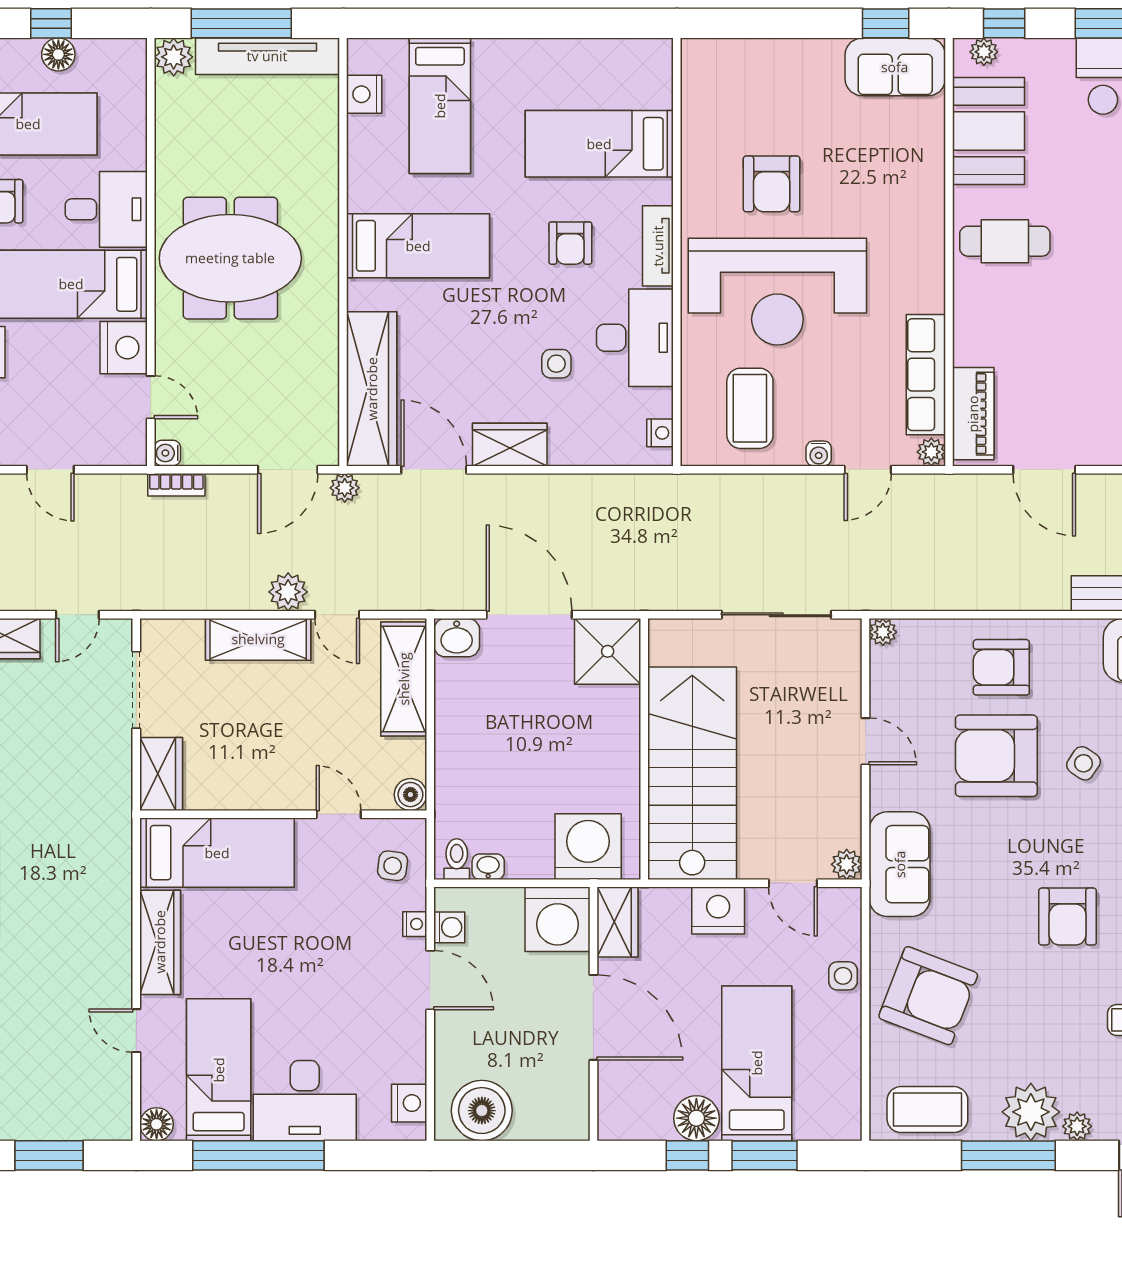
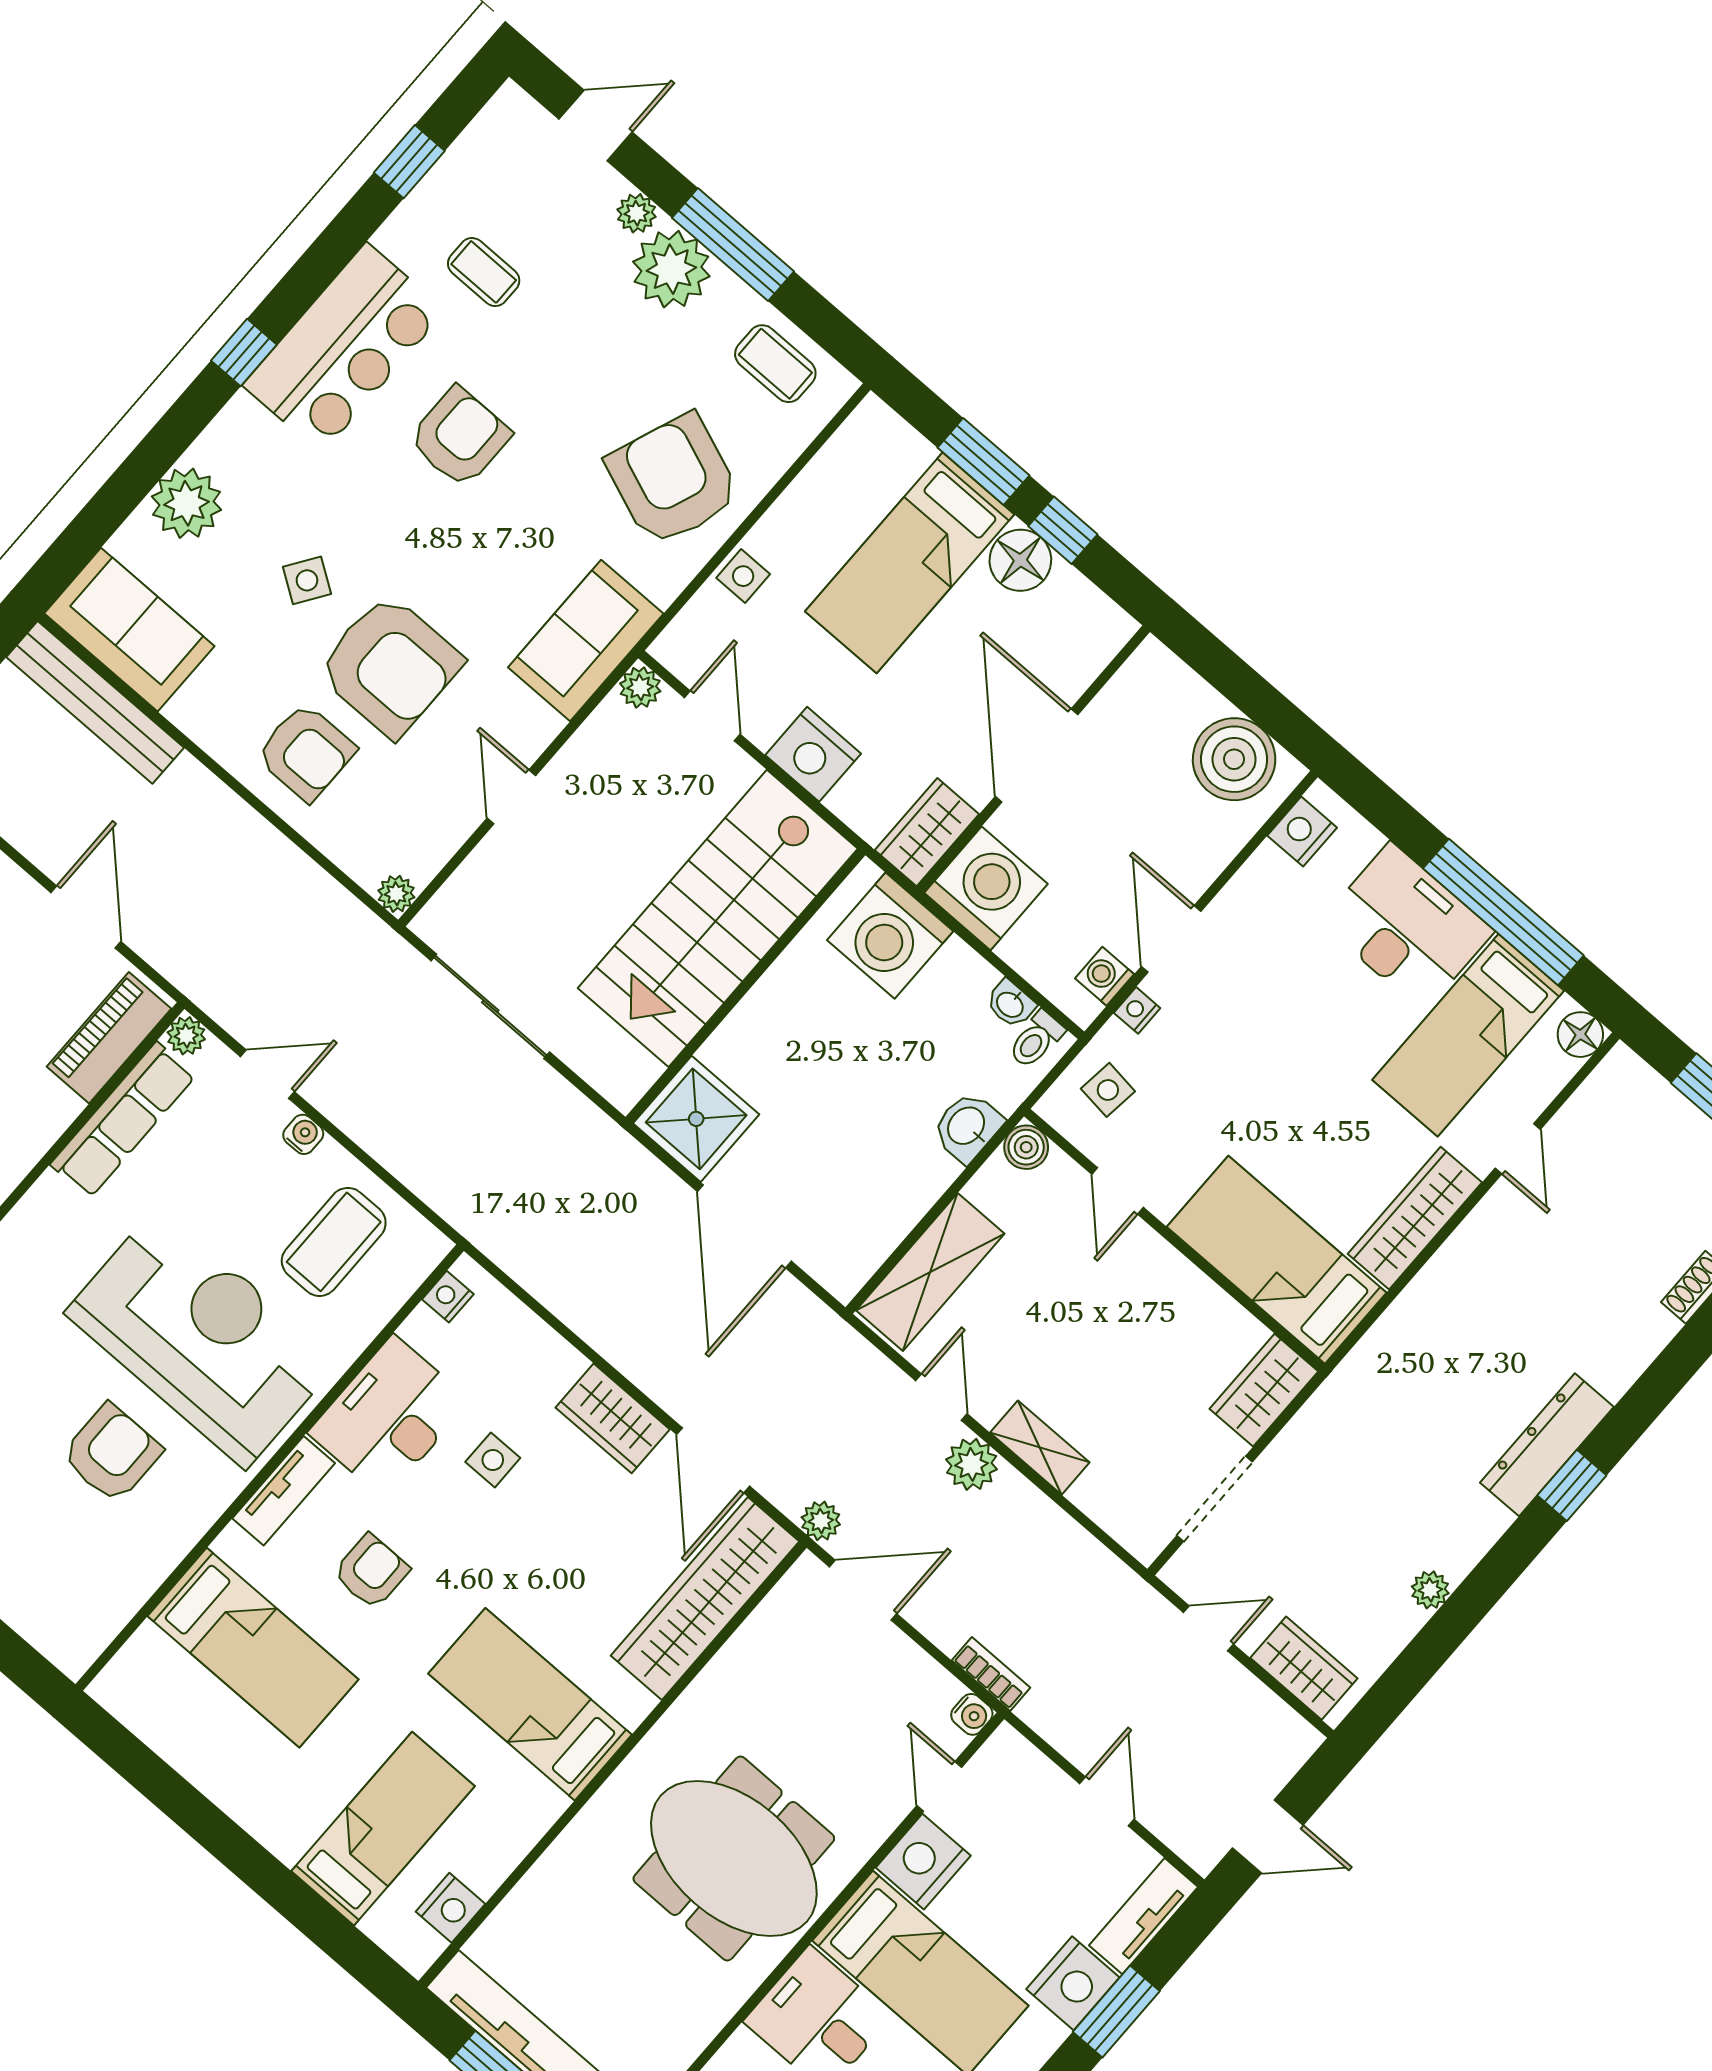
washbasin: (457, 638) -> (967, 1127), moved, turned -90
shelving: (258, 639) -> (1040, 1448), width x0.67, depth x0.75
coffee table: (927, 1110) -> (775, 364), width x0.73, depth x0.77

